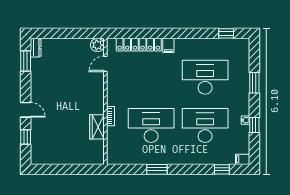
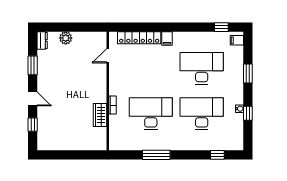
plant: (97, 45) -> (66, 38), moved
window: (26, 61) -> (33, 65), moved
filing cabinet: (243, 159) -> (237, 40), moved
window: (157, 169) -> (156, 155), width x1.44

